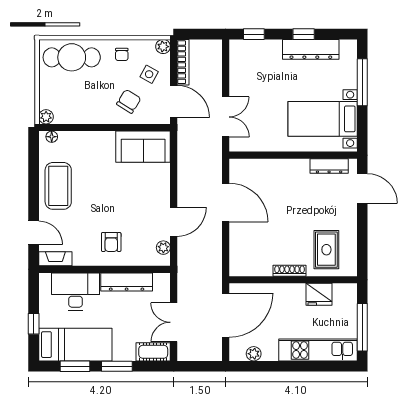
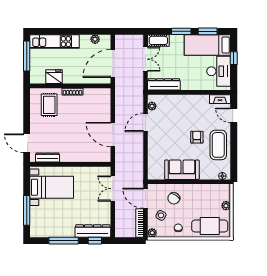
window: (304, 34) -> (64, 241), width x2.17
dresser: (311, 49) -> (93, 231), moved
plant: (46, 117) -> (226, 206), moved
sofa: (143, 147) -> (182, 170), moved
armchair: (111, 242) -> (197, 137), moved
dresser: (127, 282) -> (164, 84), moved
desk: (76, 292) -> (219, 71), moved, turned -90

